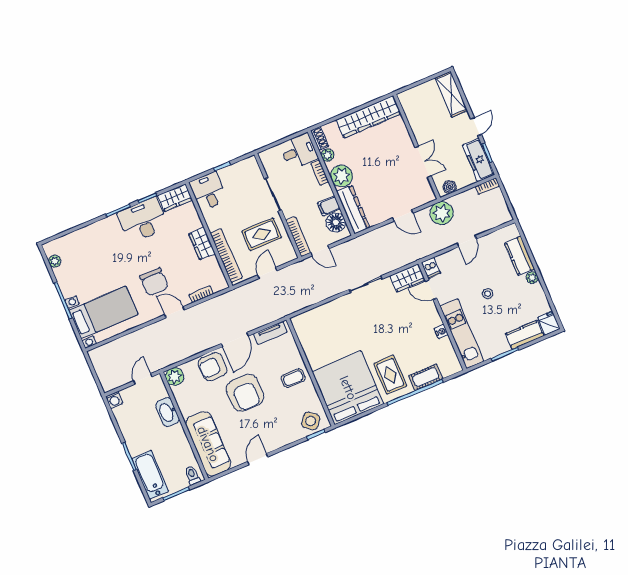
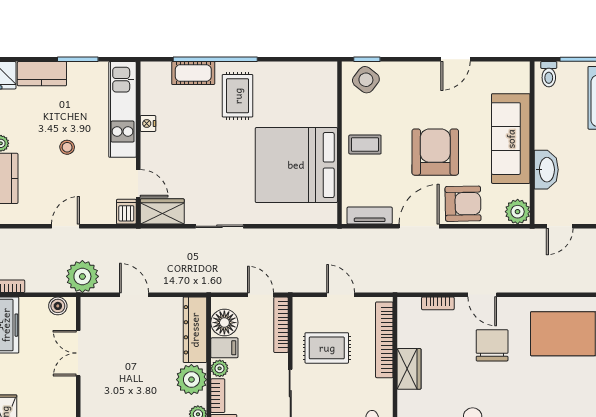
plant: (326, 191) -> (220, 368), added
door: (267, 273) -> (341, 295), swing flipped
bed: (348, 388) -> (296, 165), moved, turned 90
sofa: (208, 444) -> (511, 139), moved

